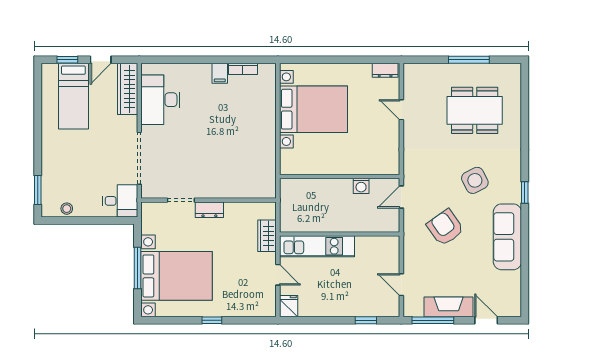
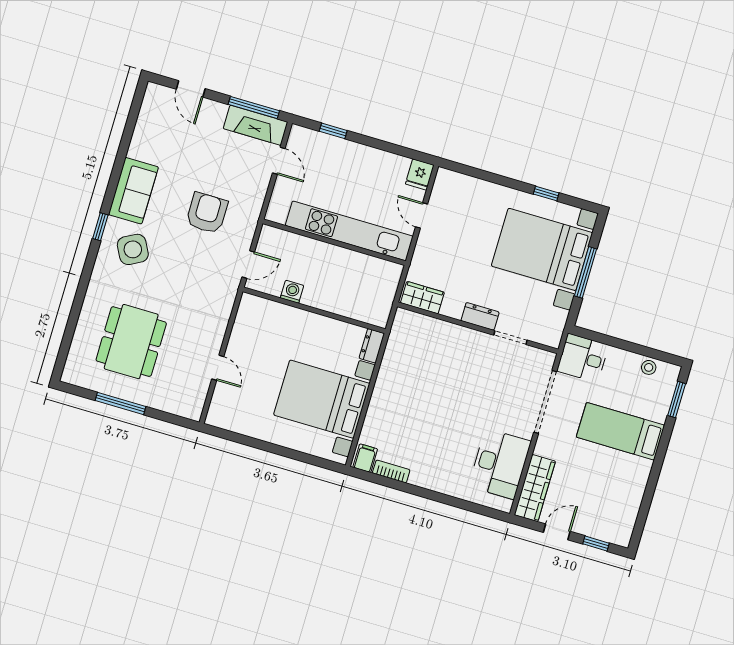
dresser: (385, 70) -> (372, 346), moved, turned -90
filing cabinet: (220, 73) -> (365, 458), moved
bed: (73, 96) -> (620, 431), moved, turned -90
dining table: (475, 110) -> (131, 342), turned 90
side table: (475, 180) -> (133, 249), moved
armchair: (445, 228) -> (207, 213), turned -145
wardrobe: (267, 236) -> (422, 298), moved, turned -90
sofa: (507, 237) -> (133, 191), width x0.73
kitchen unit: (317, 246) -> (349, 231), width x1.36
fireplace: (449, 307) -> (256, 125), moved
window: (212, 320) -> (546, 193), moved

